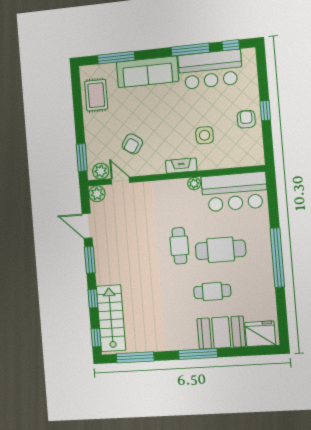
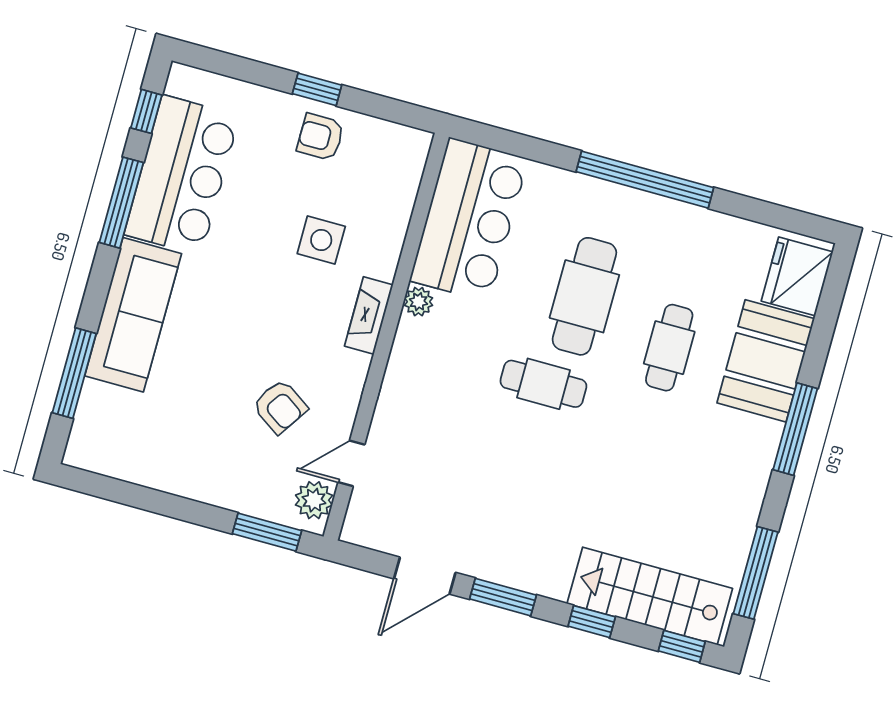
rug: (96, 95) -> (140, 449), removed
plant: (97, 194) -> (361, 527), removed

